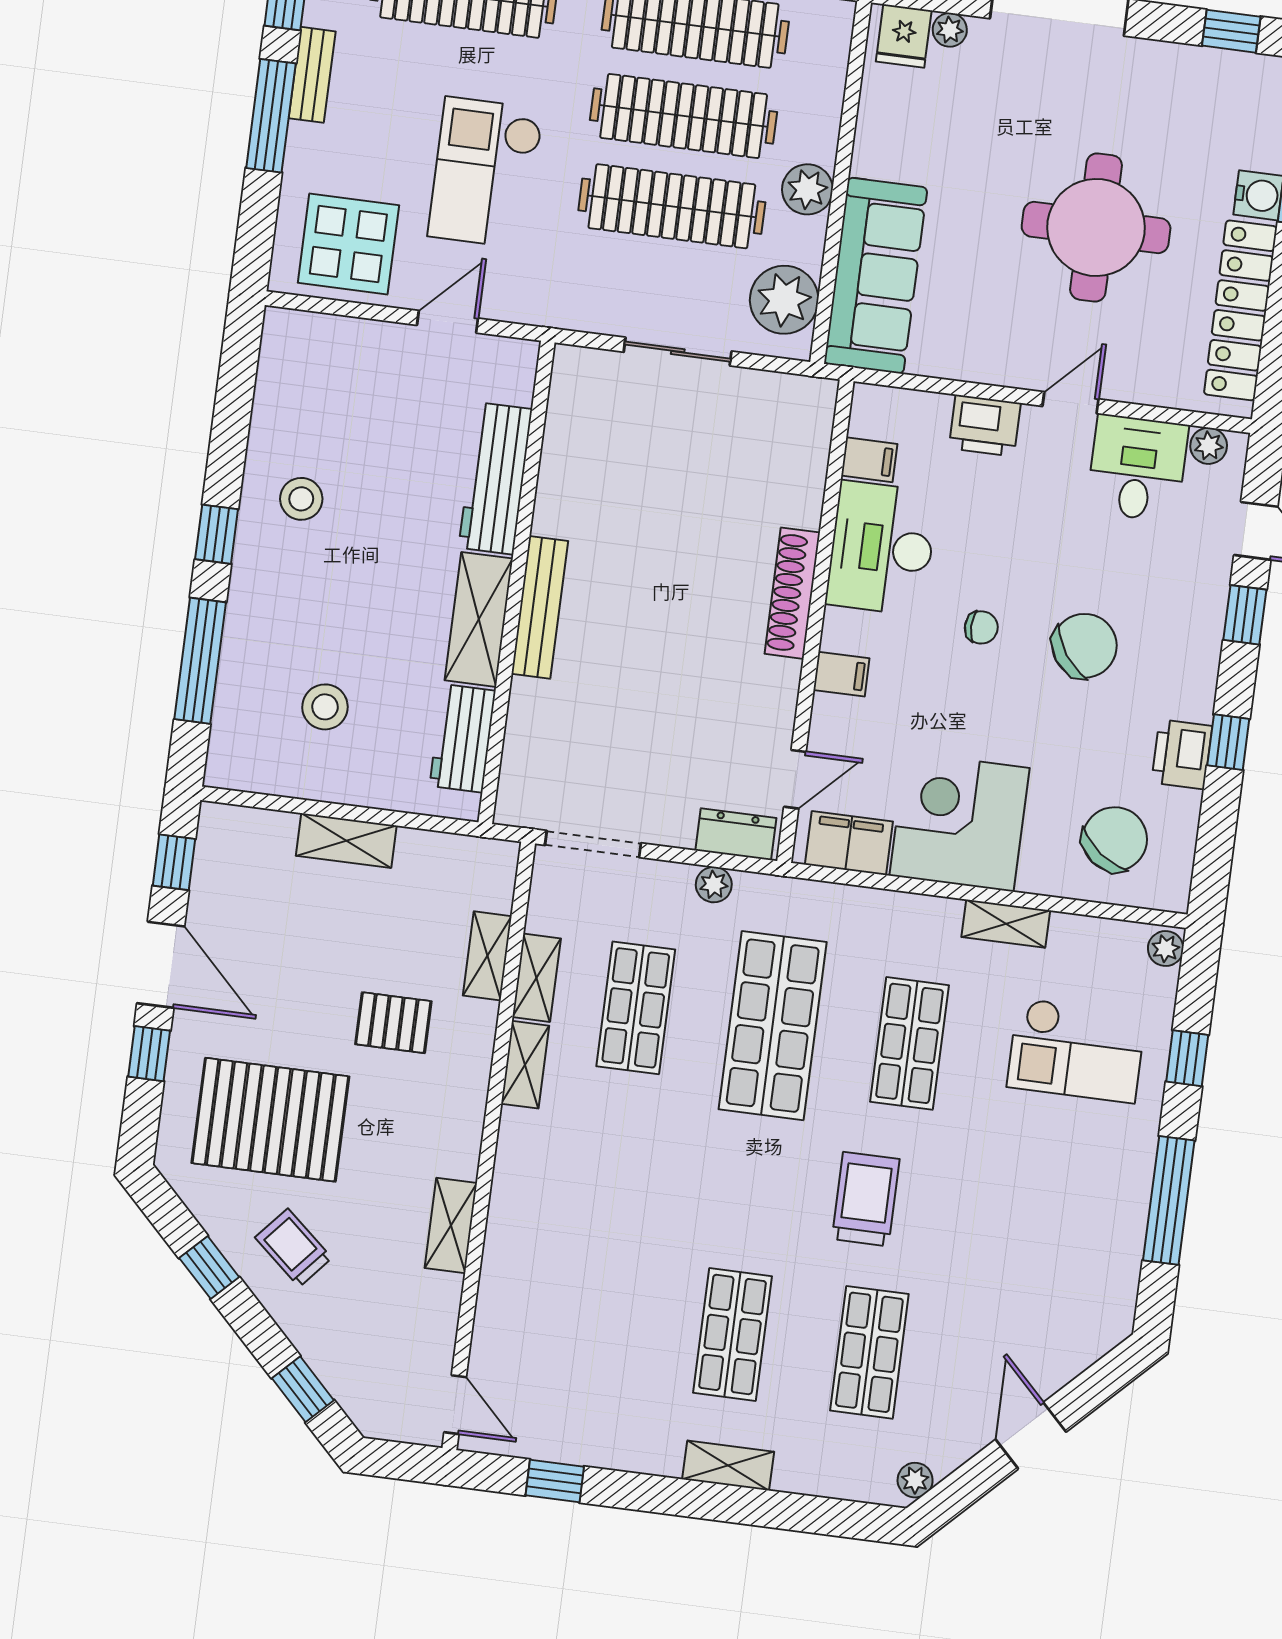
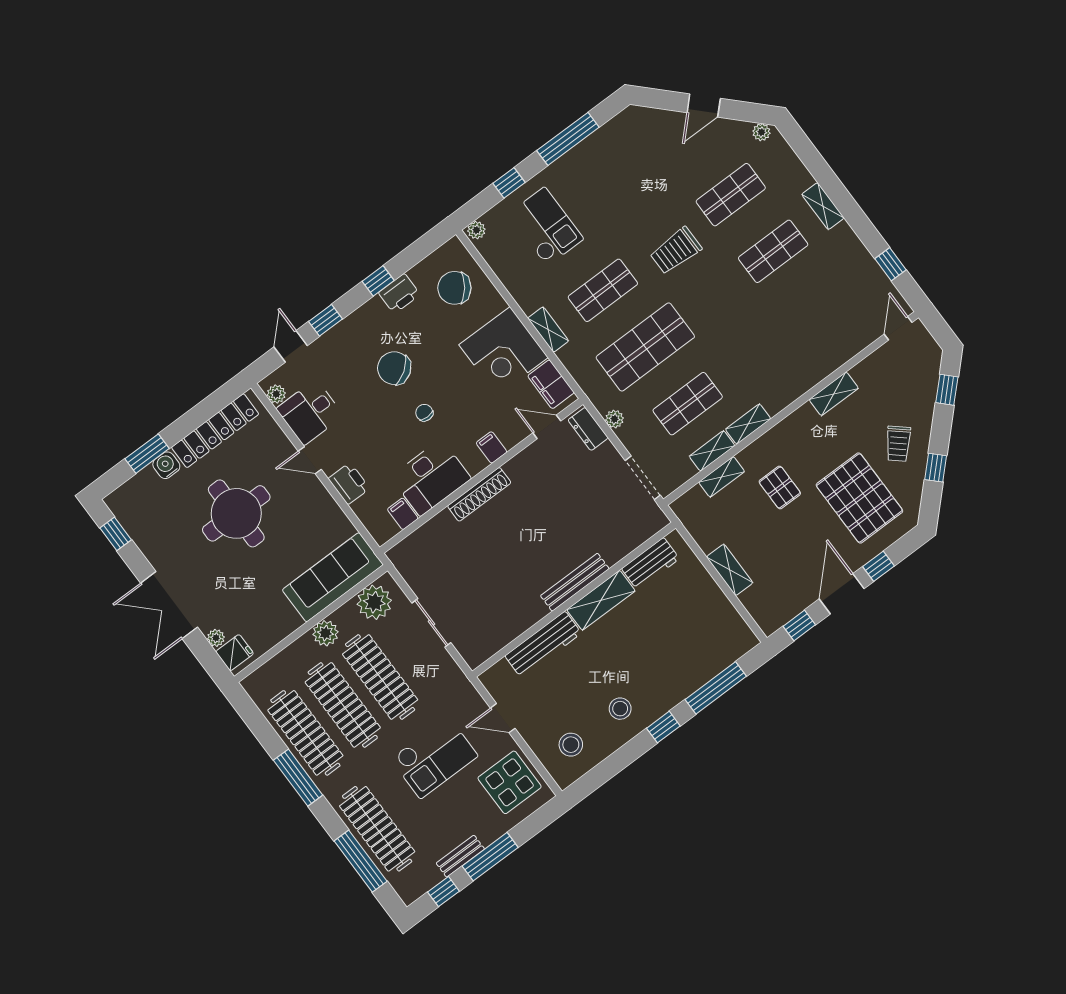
stool: (325, 707) -> (571, 745), moved
shelving: (1006, 924) -> (548, 330), moved

